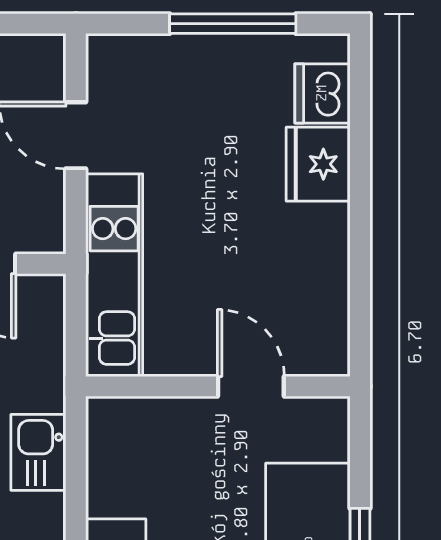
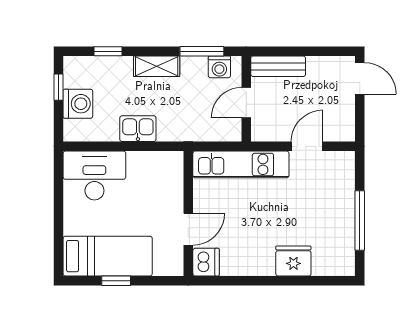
dishwasher: (322, 93) -> (206, 262), moved, turned 90
kitchen sink: (38, 452) -> (138, 129), moved

